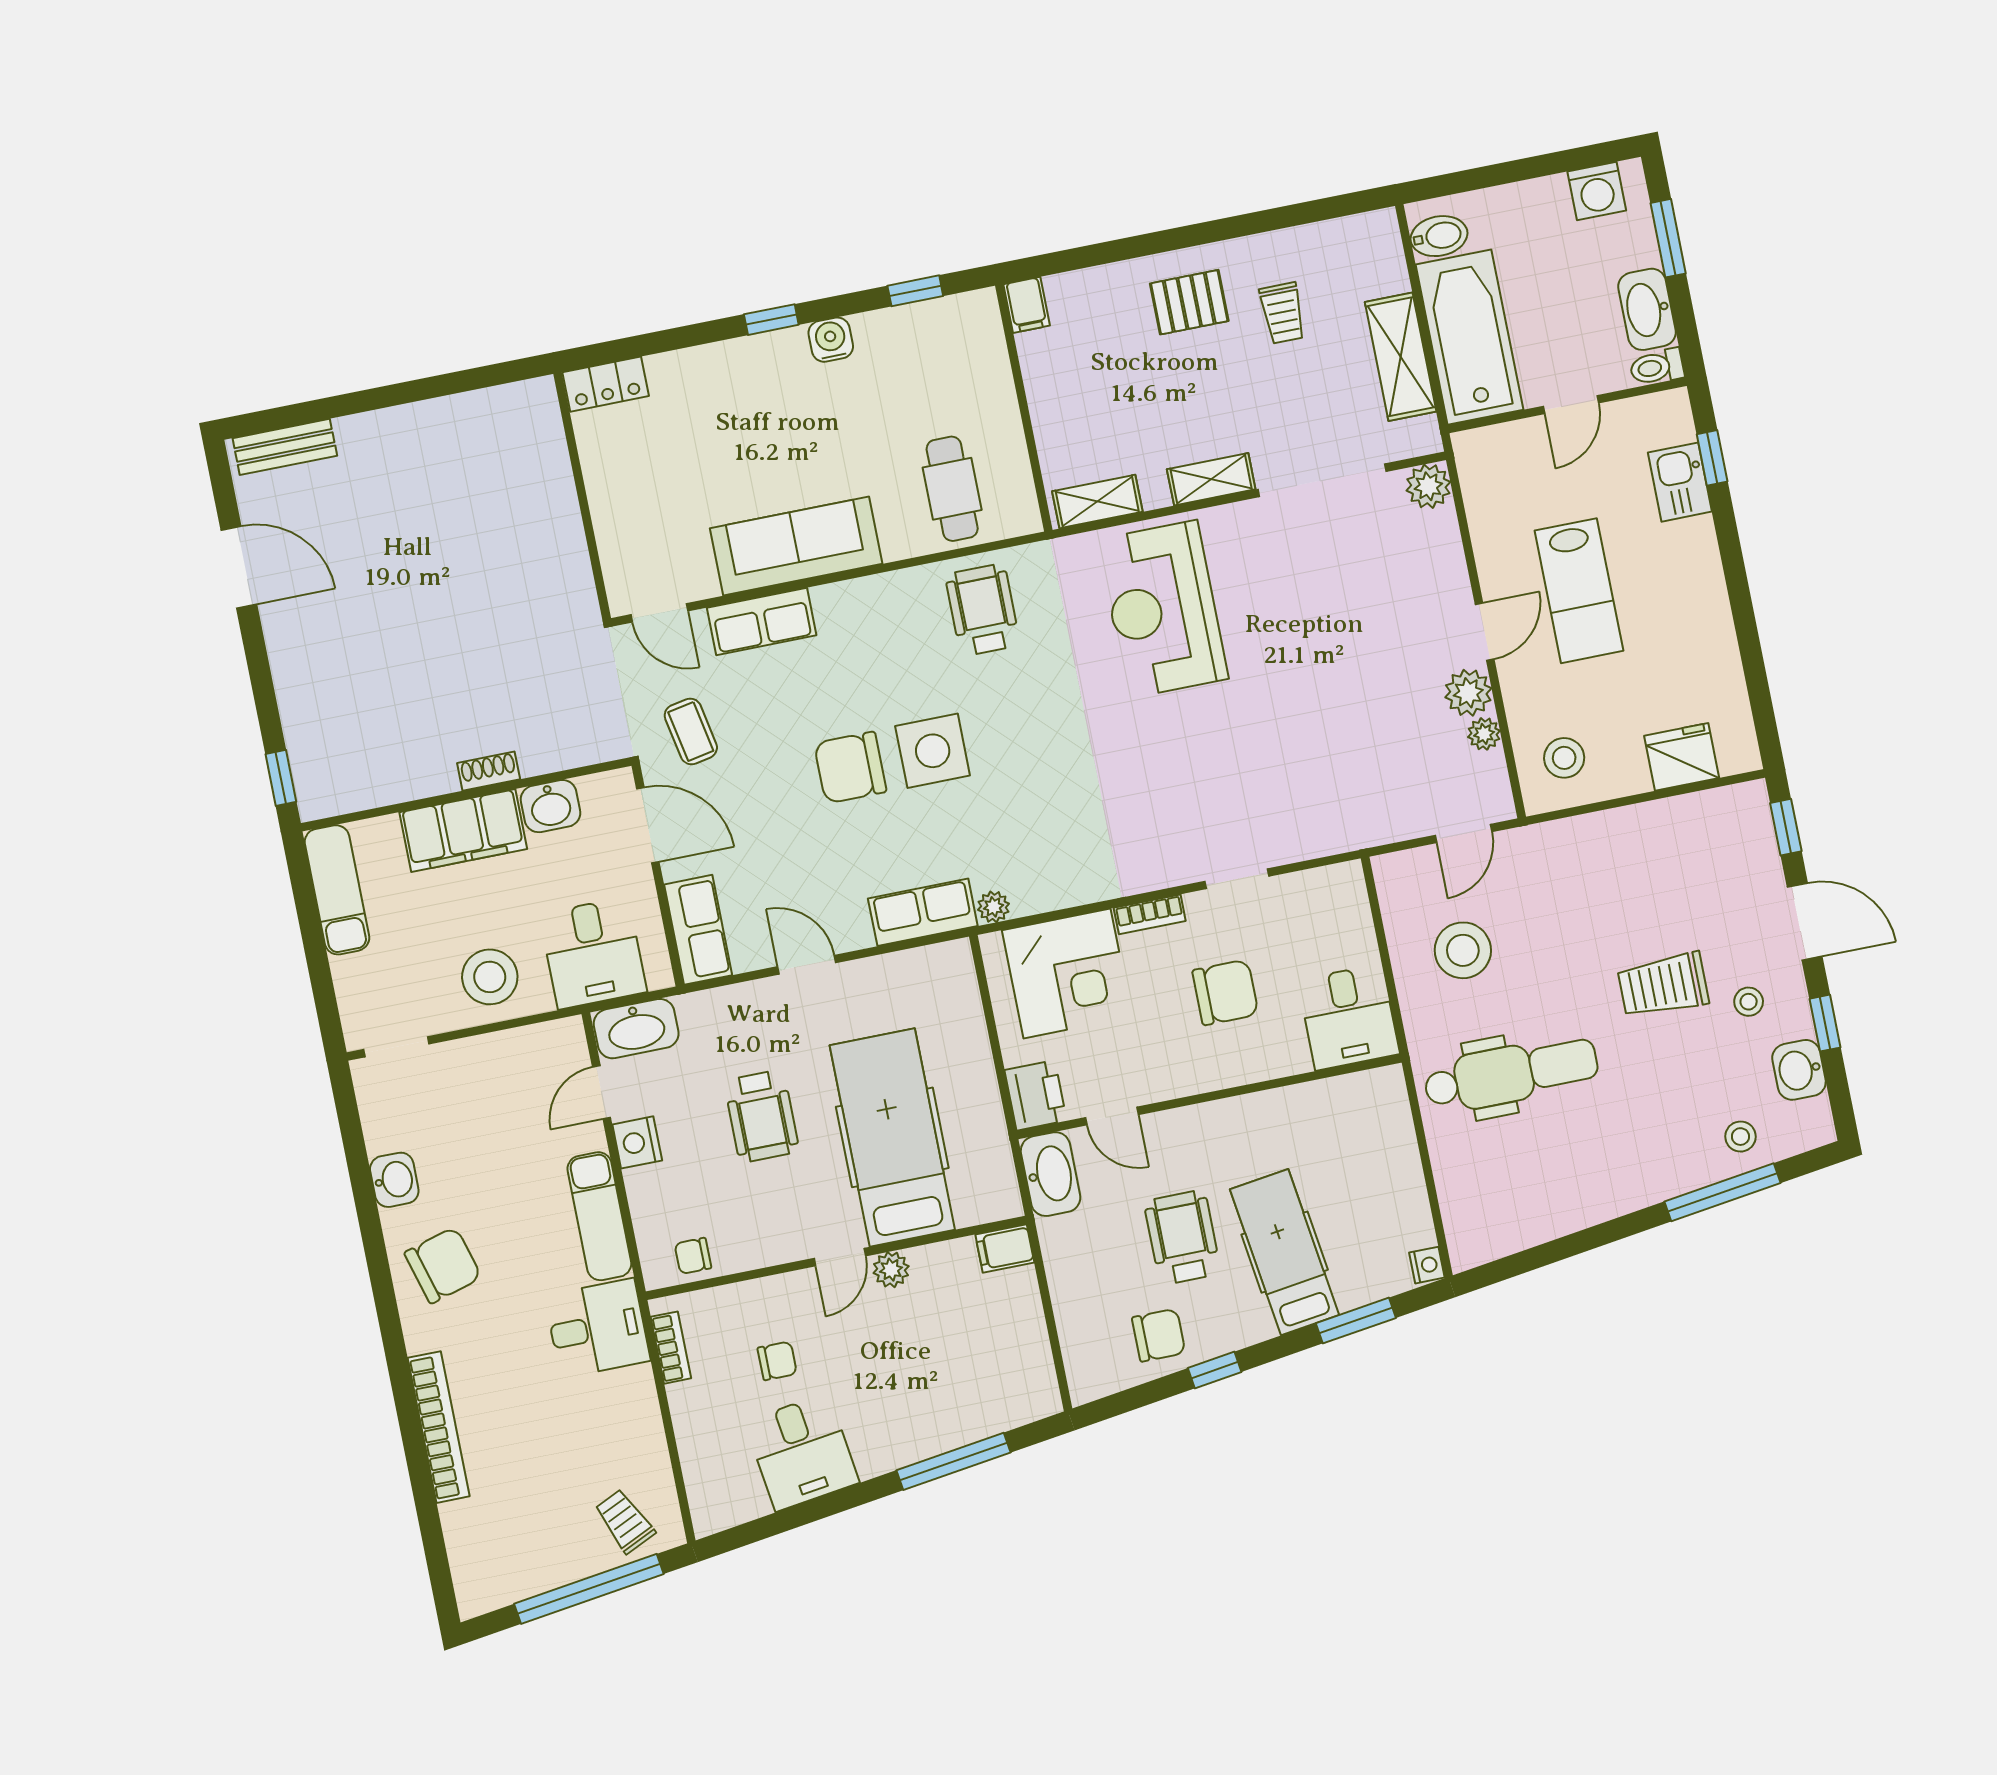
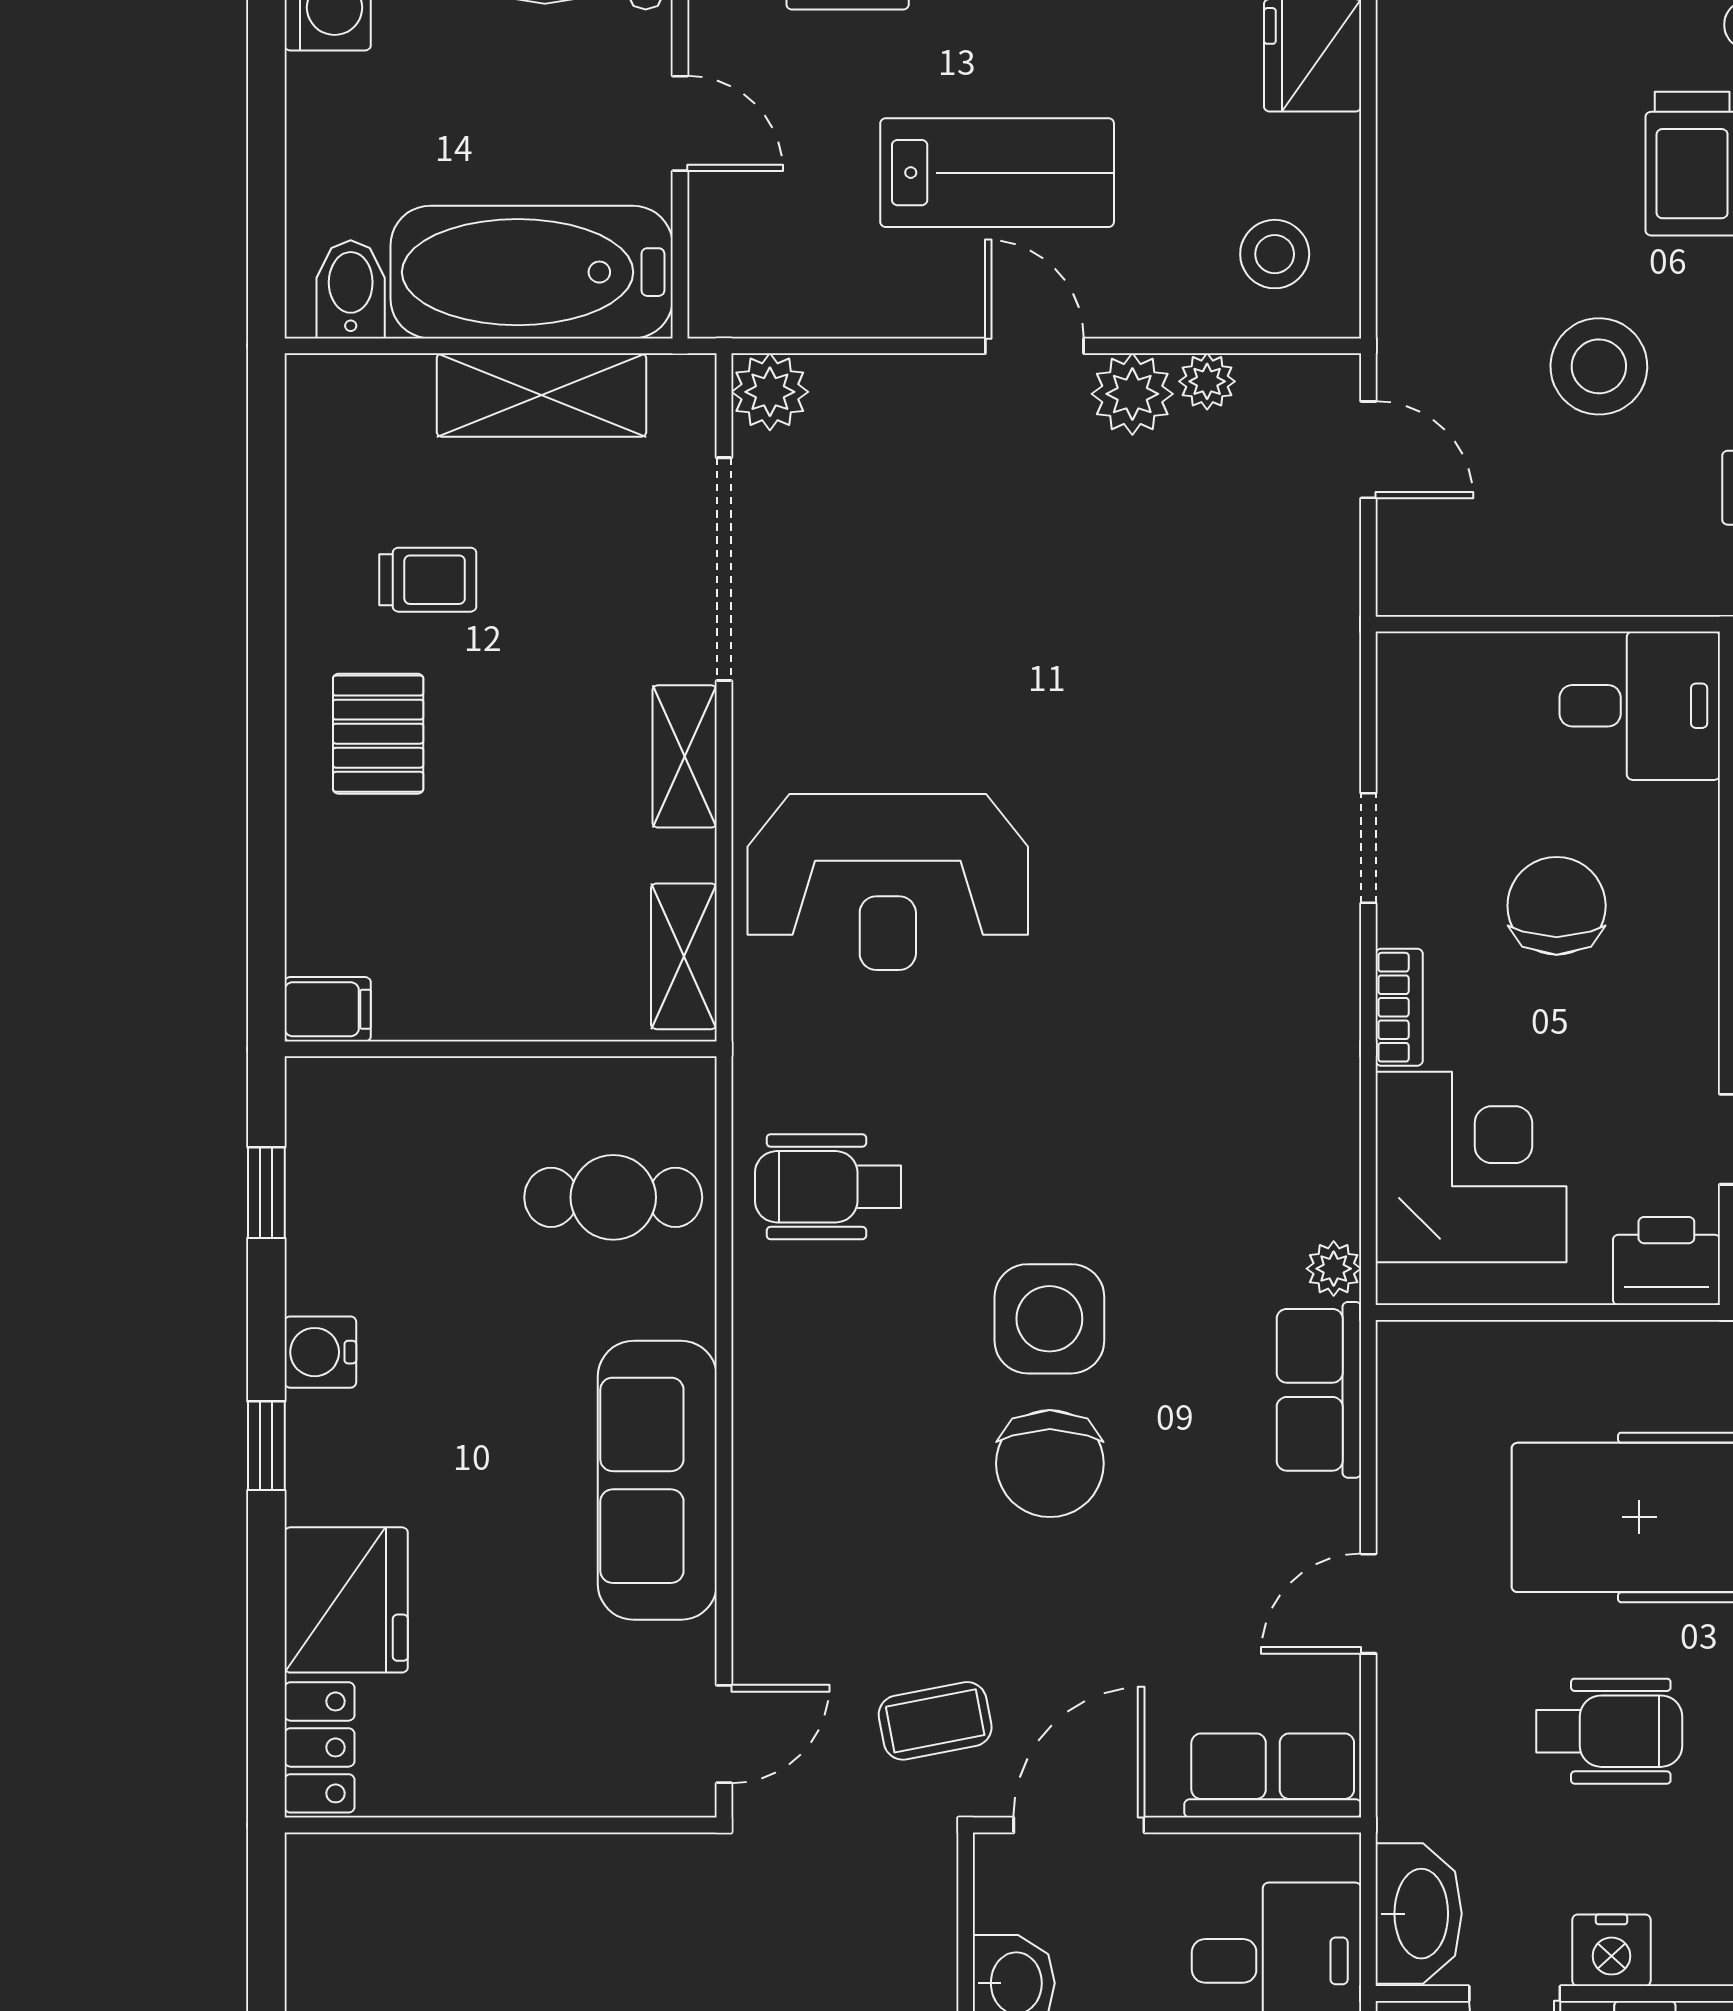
fridge: (693, 383) -> (346, 1600), added
row of seats: (762, 622) -> (773, 1564), removed
stool: (1463, 950) -> (1599, 366), moved

